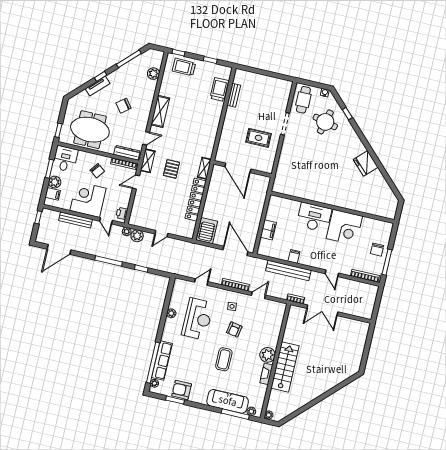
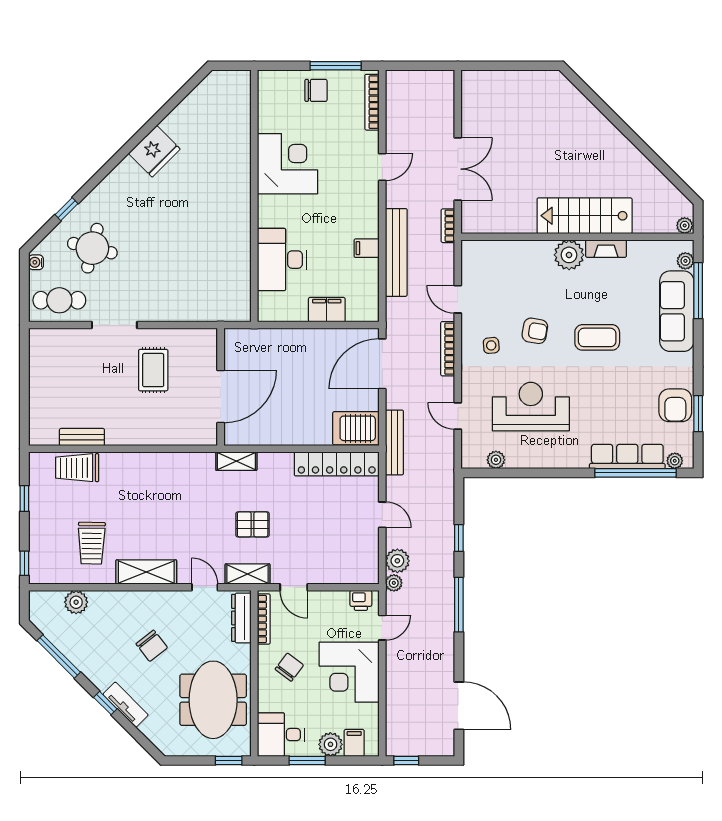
trolley: (184, 67) -> (92, 543), moved
locker: (196, 200) -> (337, 464), moved
desk: (314, 217) -> (282, 260), moved
bench: (76, 220) -> (394, 442), moved
plant: (171, 313) -> (496, 460), moved

